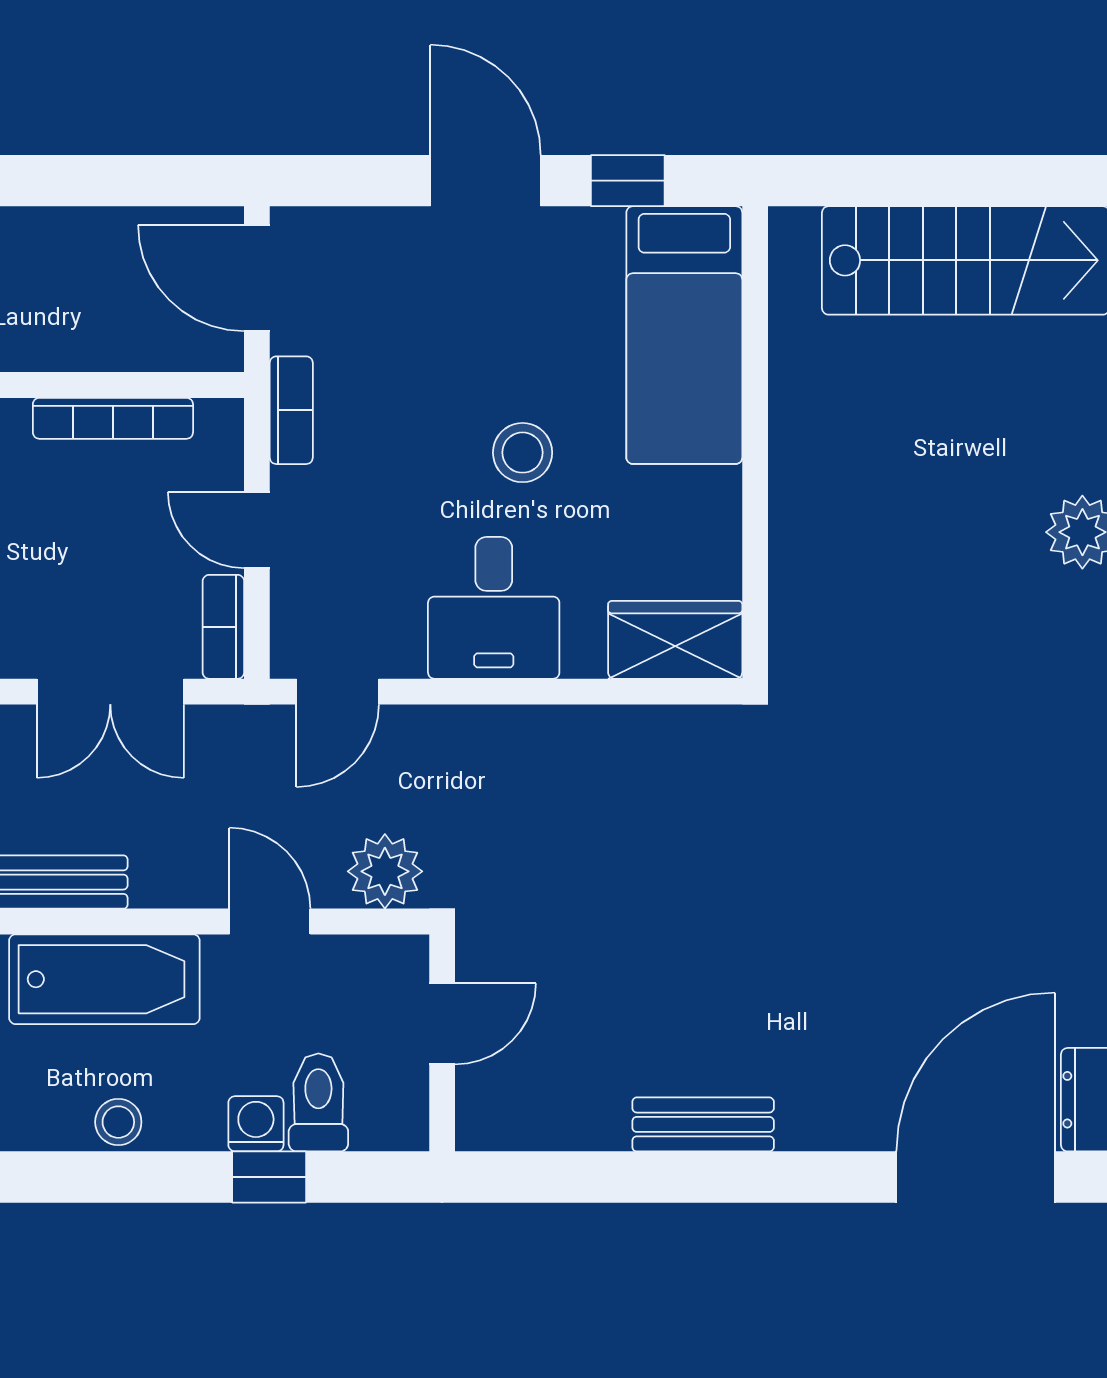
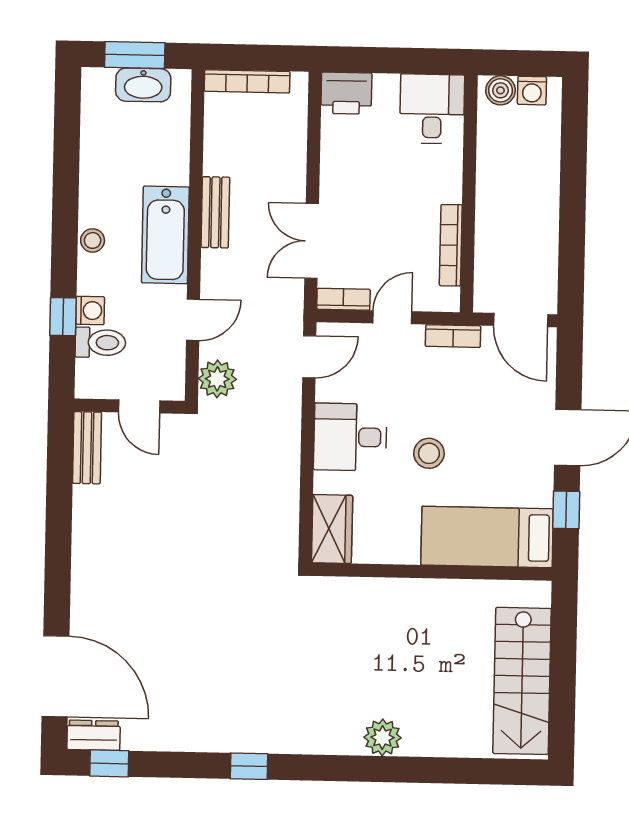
door: (257, 278) -> (521, 320), swing flipped
door: (338, 692) -> (309, 357), swing flipped
bench: (703, 1124) -> (87, 448), moved

